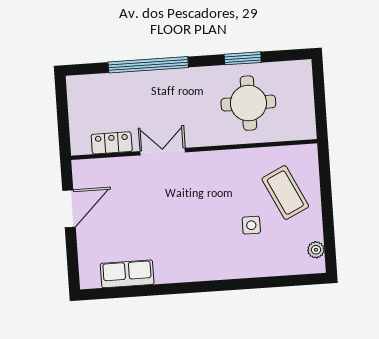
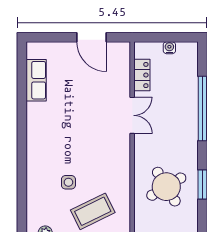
round table: (248, 103) -> (166, 187), turned -31
water cooler: (75, 111) -> (169, 48), added

